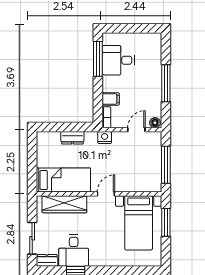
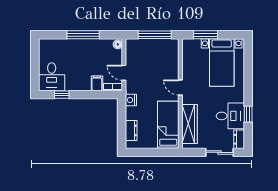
window: (98, 59) -> (62, 95), width x0.46
desk: (118, 60) -> (52, 77), moved
door: (136, 130) -> (124, 73), moved
nightstand: (105, 137) -> (131, 100), moved
dresser: (72, 138) -> (131, 130), moved
bed with nightstands: (139, 223) -> (222, 62), moved, turned 90

